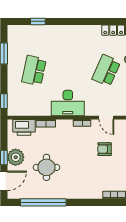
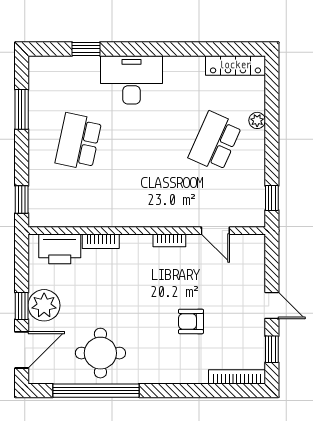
desk: (68, 103) -> (132, 80), moved, turned 180
armchair: (104, 149) -> (191, 321), moved
round table: (46, 167) -> (100, 353), moved

